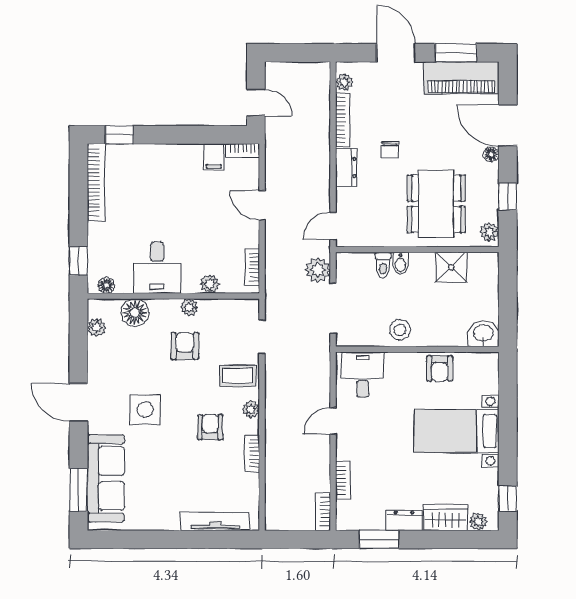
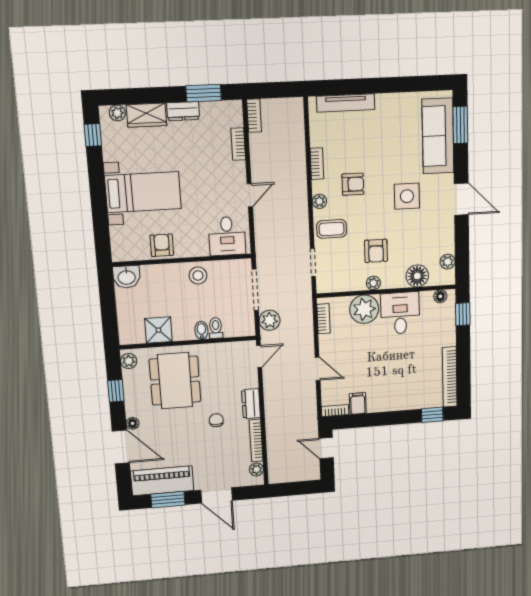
plant: (210, 284) -> (364, 309), width x1.87, depth x1.87
armchair: (210, 427) -> (353, 184), turned -90

